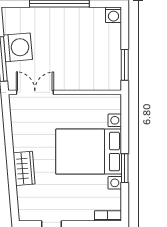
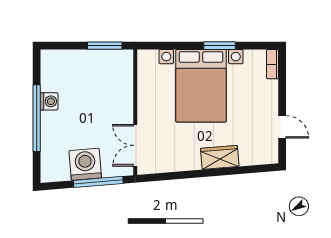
washing machine: (113, 15) -> (49, 101), moved

